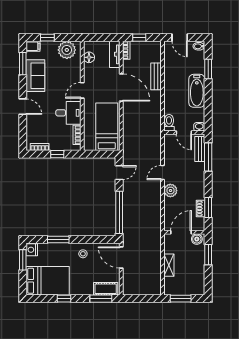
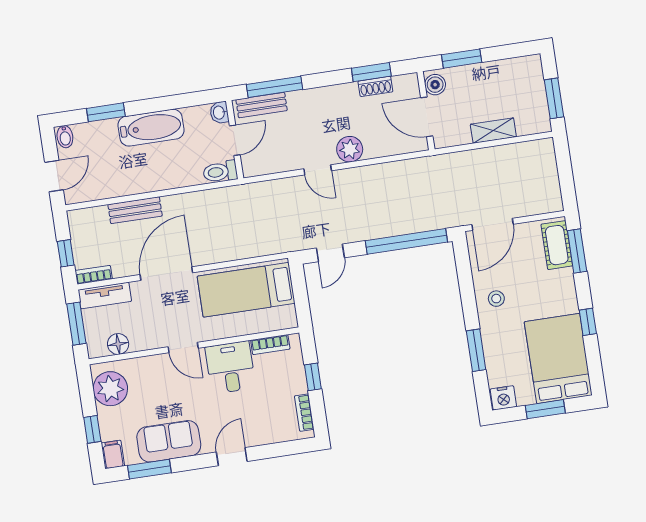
window: (103, 38) -> (76, 324), added
door: (119, 173) -> (330, 253), swing flipped
window: (23, 260) -> (545, 409), moved

